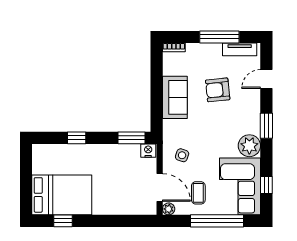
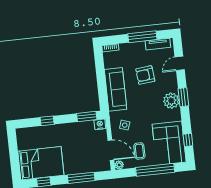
sofa: (175, 97) -> (116, 89), width x1.36
plant: (249, 146) -> (171, 101), moved
window: (115, 221) -> (81, 178), added

